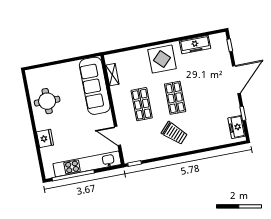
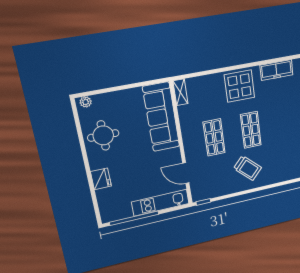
plant: (33, 73) -> (86, 102), added
shelving: (112, 75) -> (180, 92), moved
kitchen unit: (87, 164) -> (161, 203), width x0.73

